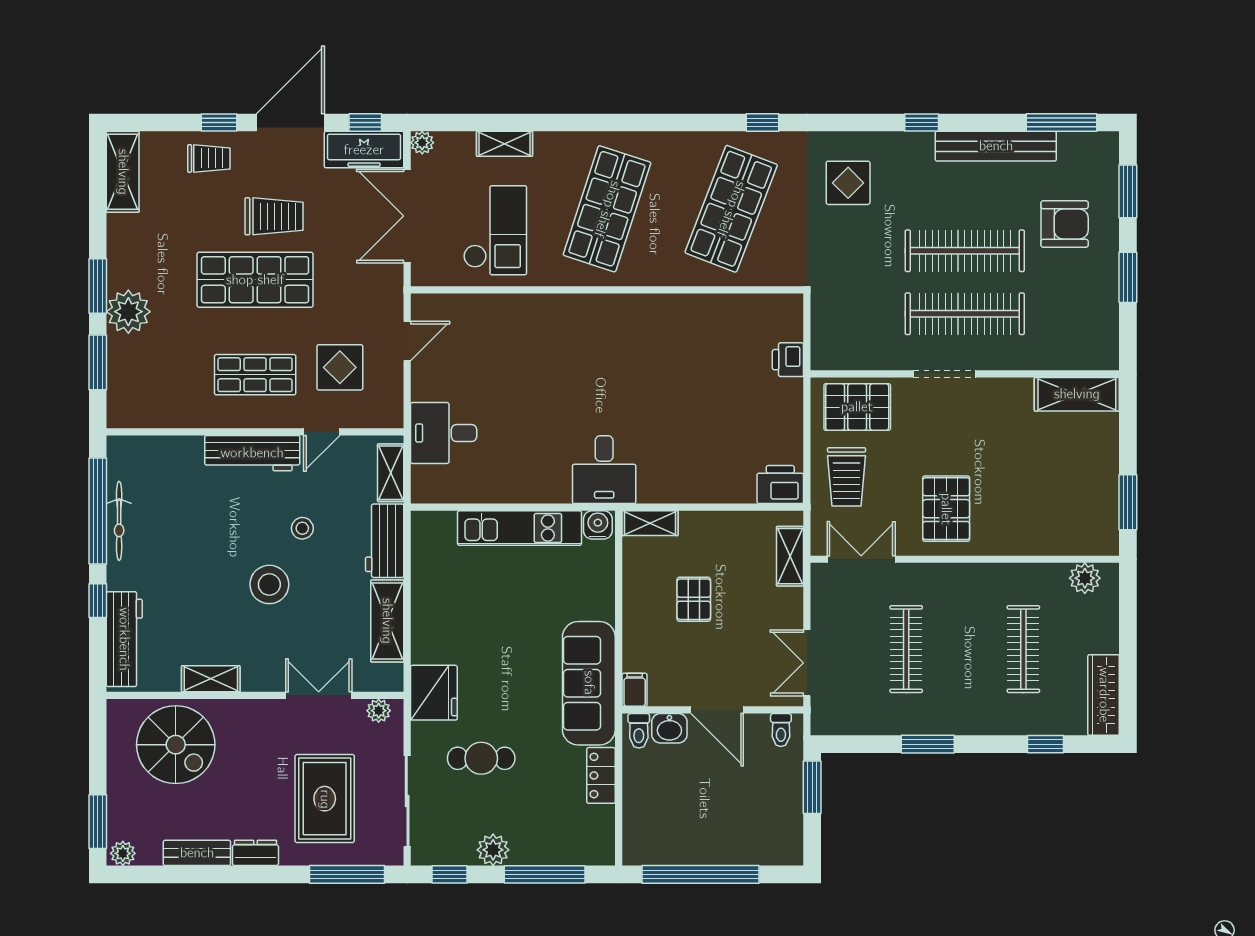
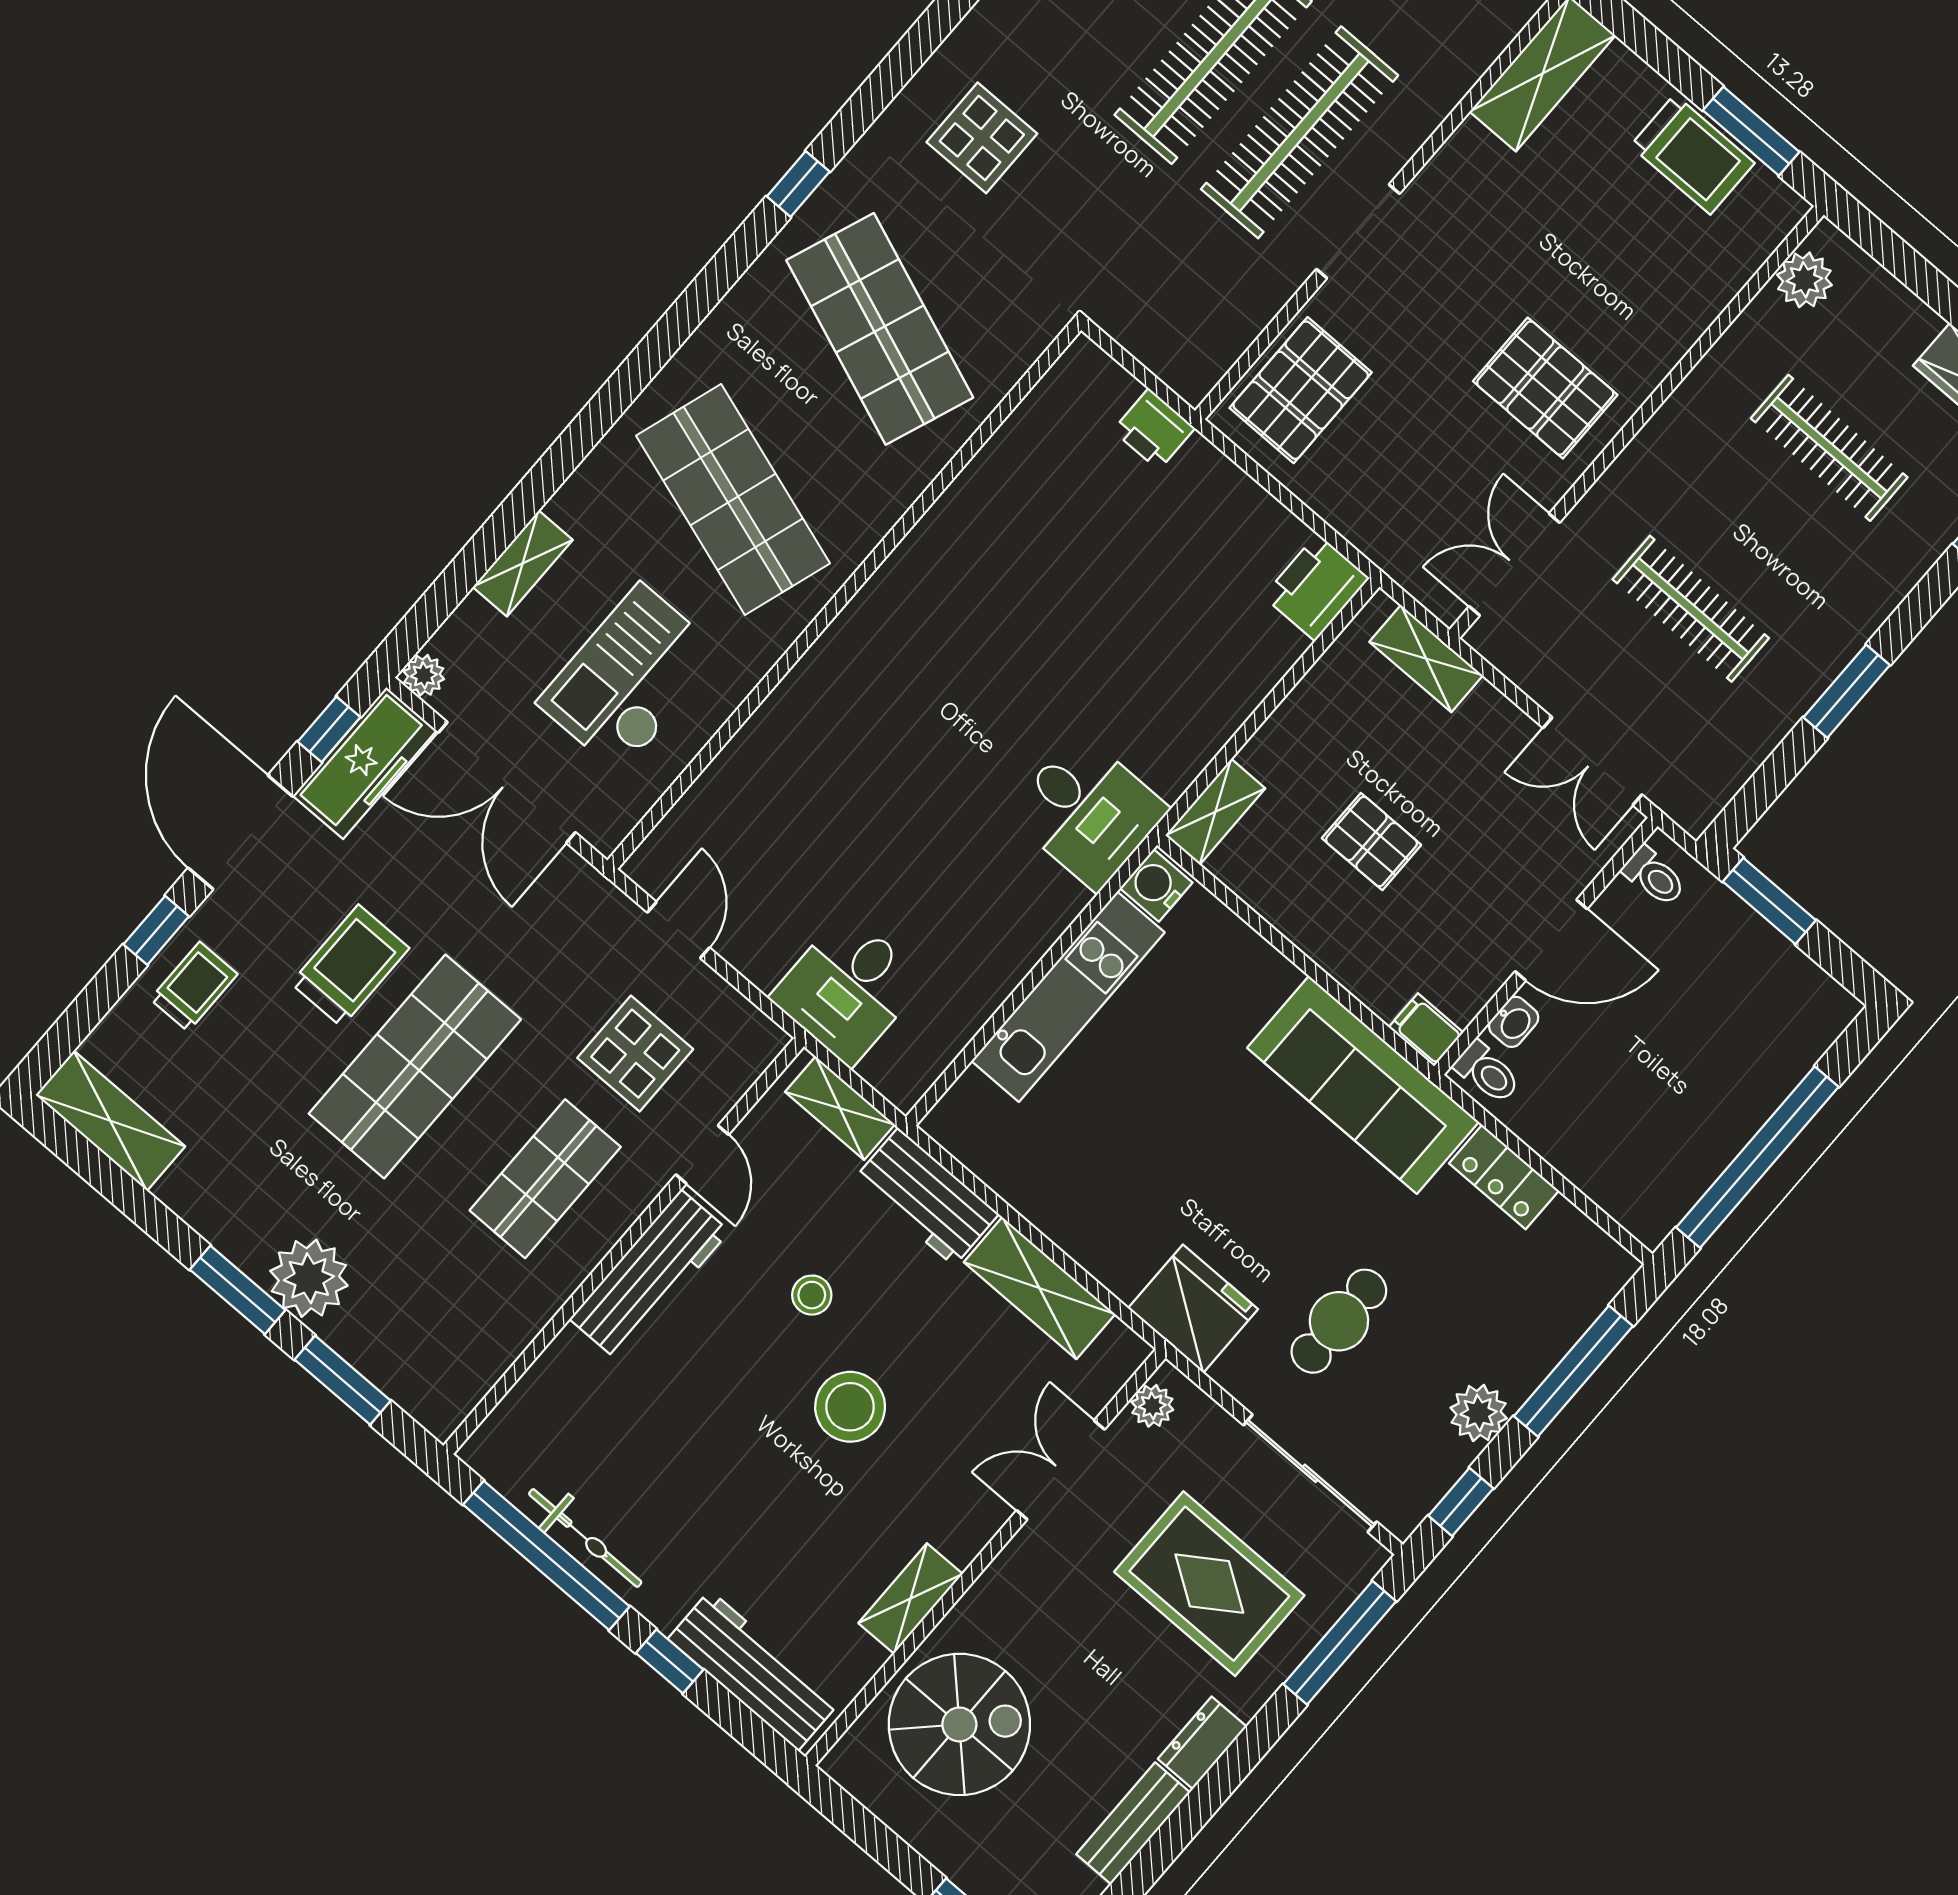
checkout: (495, 230) -> (630, 679), turned -90
trolley: (847, 477) -> (1692, 154), moved
washbasin: (669, 728) -> (1514, 1022), width x0.72, depth x0.69

